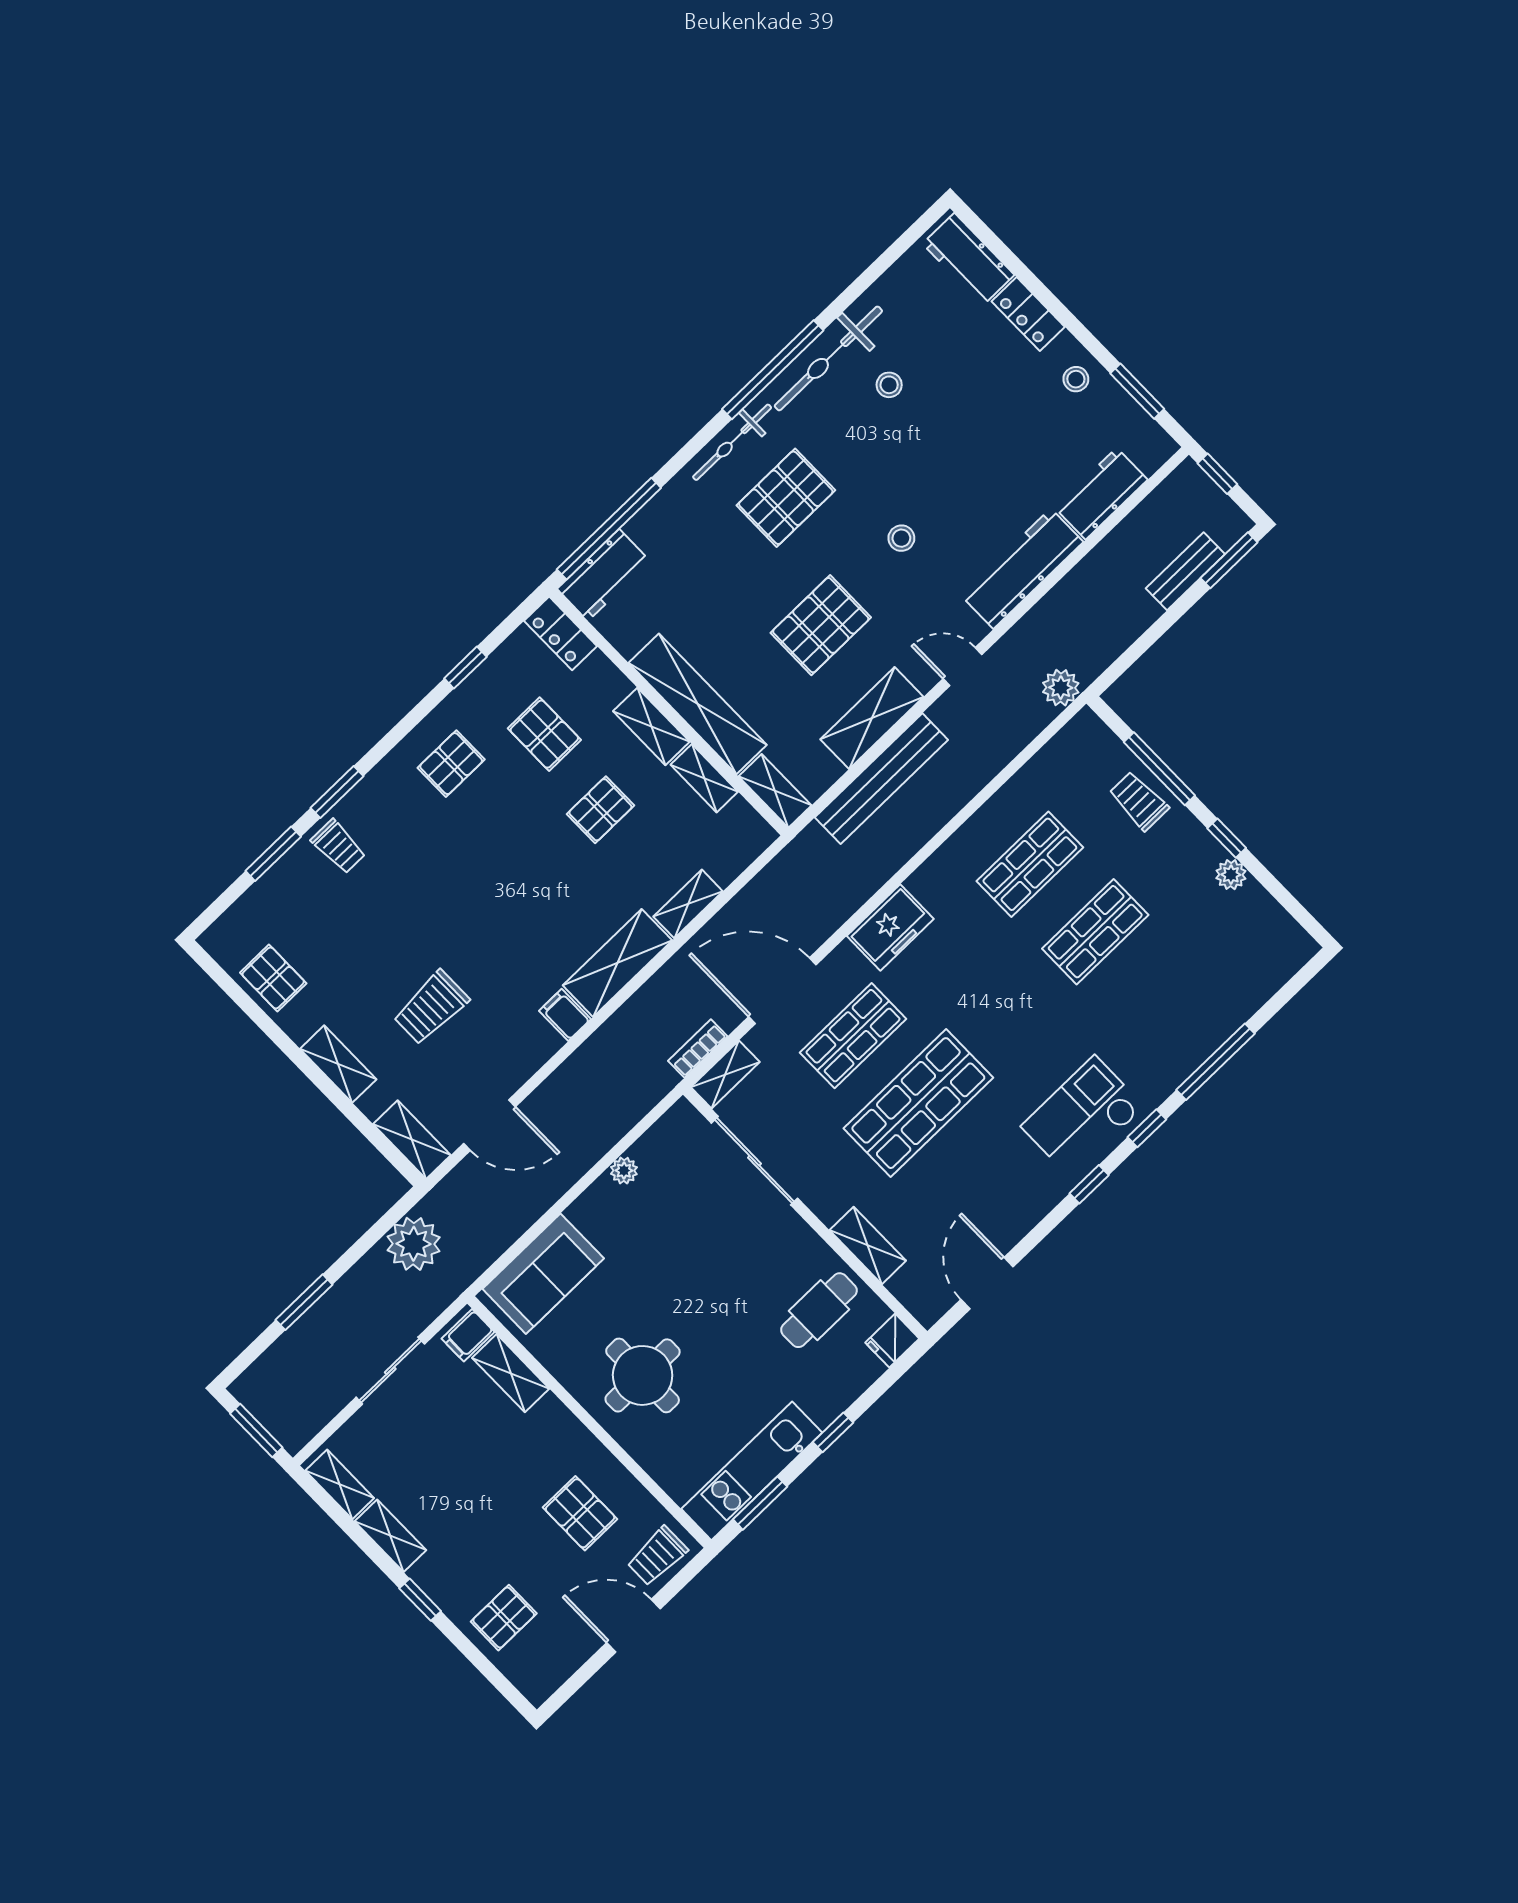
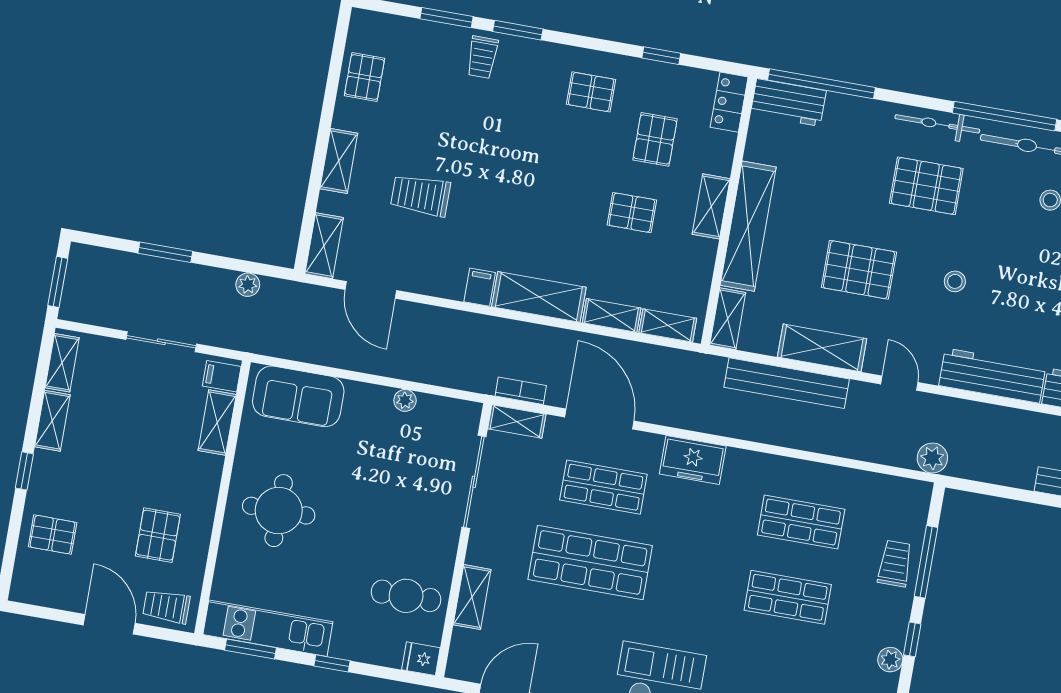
shelving: (704, 778) -> (668, 325), moved, turned 90
plant: (414, 1244) -> (248, 285), width x0.53, depth x0.53

